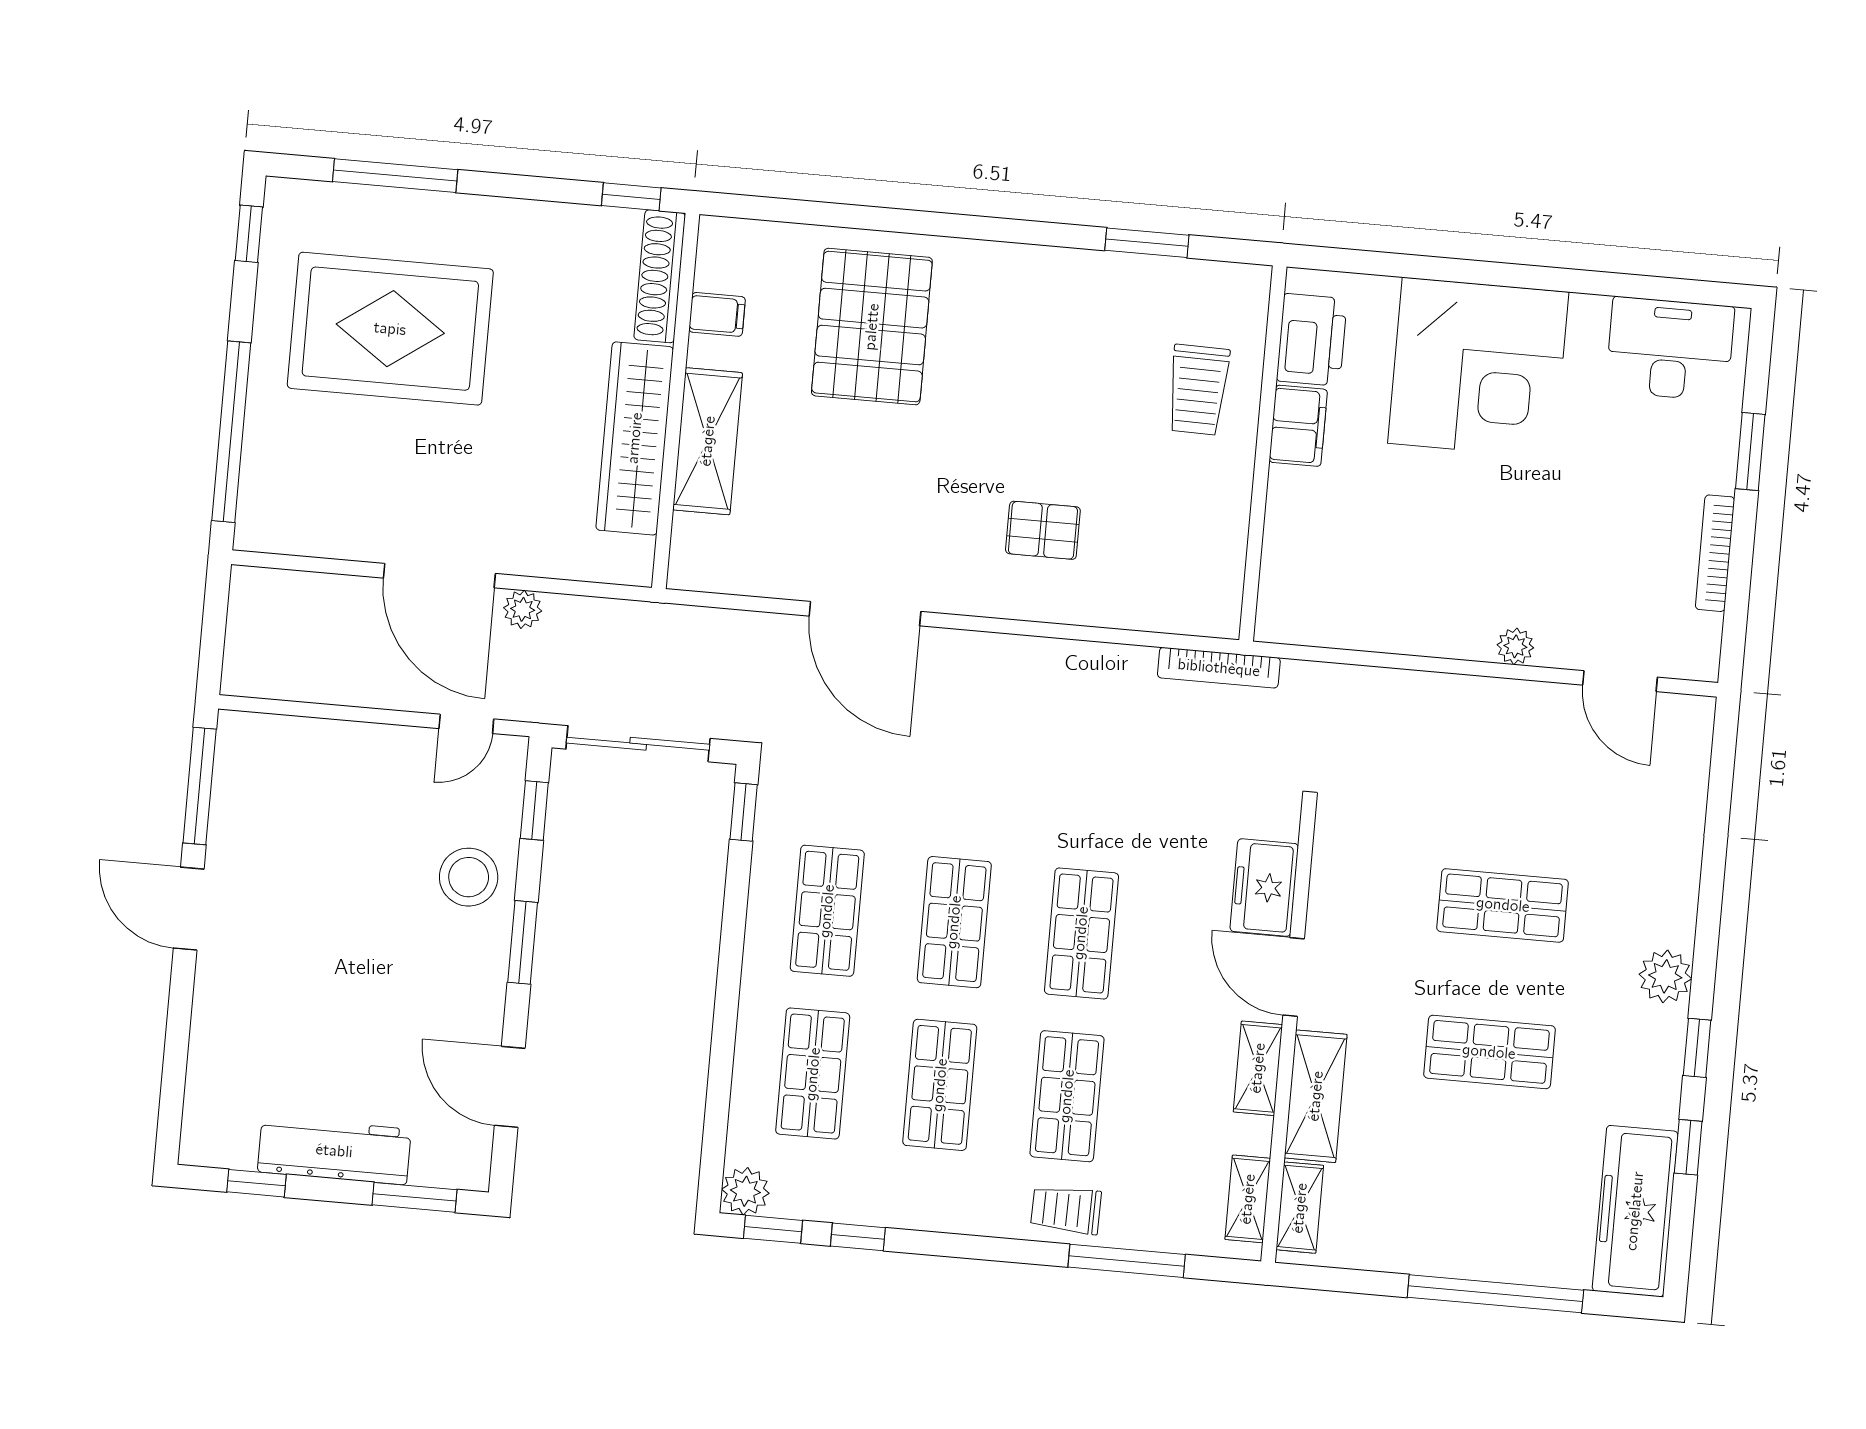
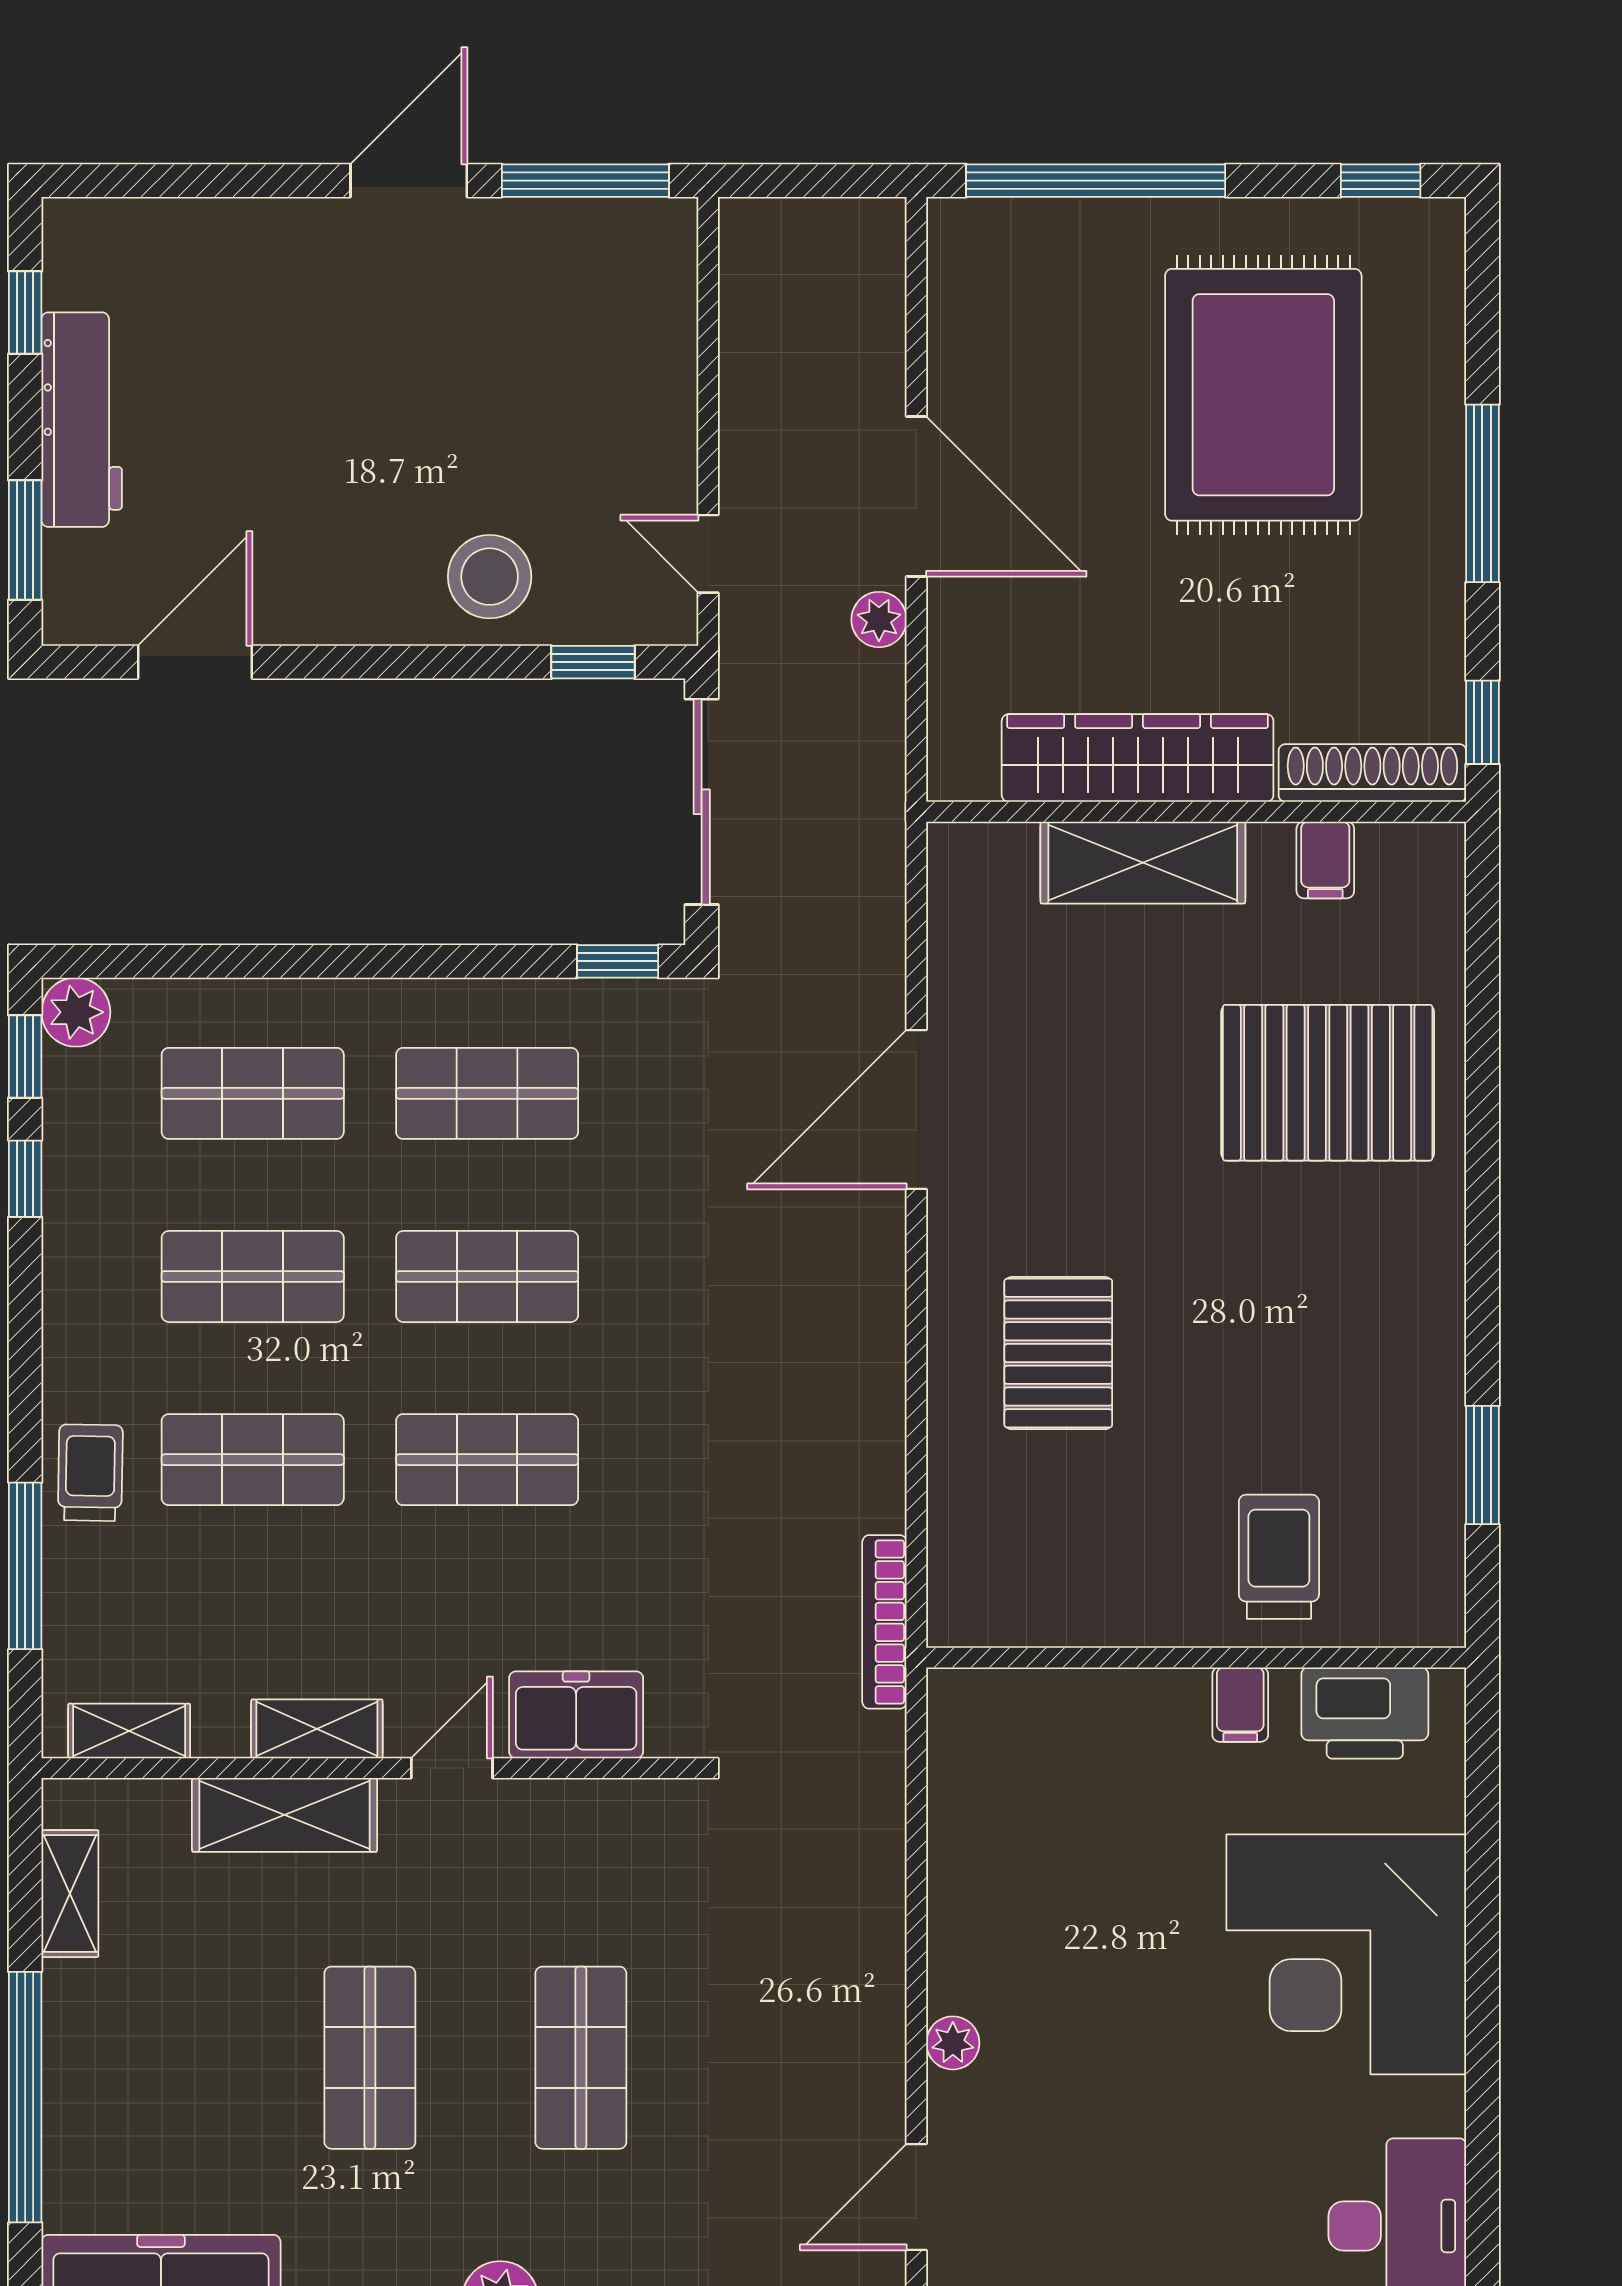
window: (395, 176) -> (1482, 493), moved
trolley: (1198, 390) -> (1279, 1557), turned 89
filing cabinet: (1298, 426) -> (1240, 1705), width x0.50
pallet: (1043, 530) -> (1058, 1353), width x1.50, depth x1.42
door: (439, 576) -> (916, 496), swing flipped
window: (523, 942) -> (403, 662), removed
door: (1294, 977) -> (452, 1768), width x0.73
shelving: (1300, 1208) -> (70, 1894), moved, turned 90

